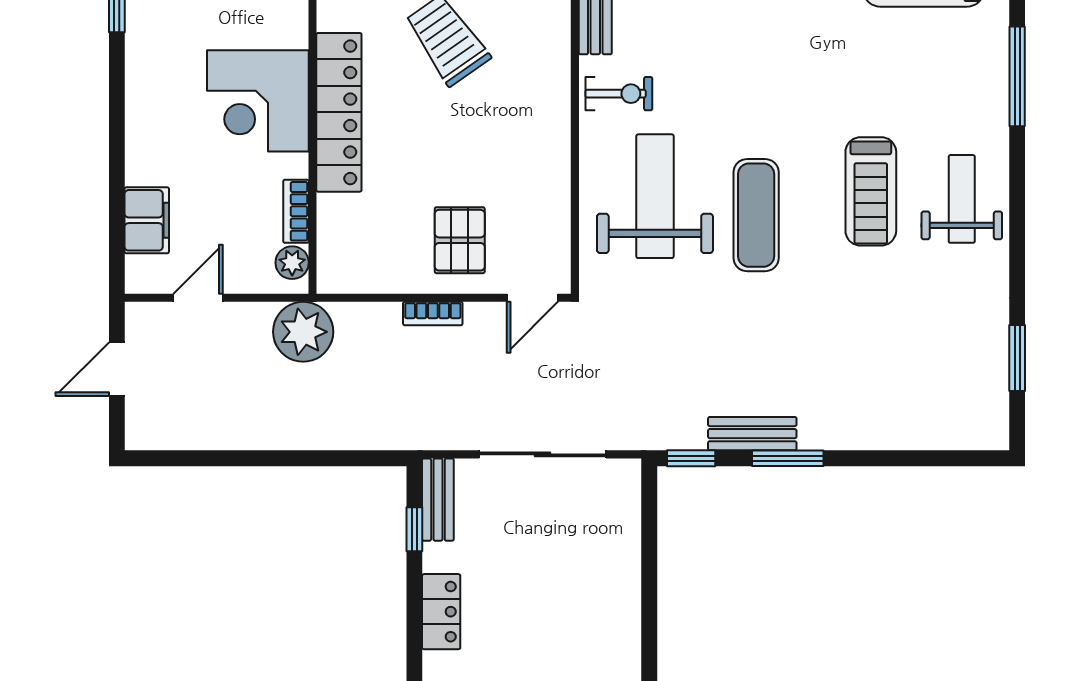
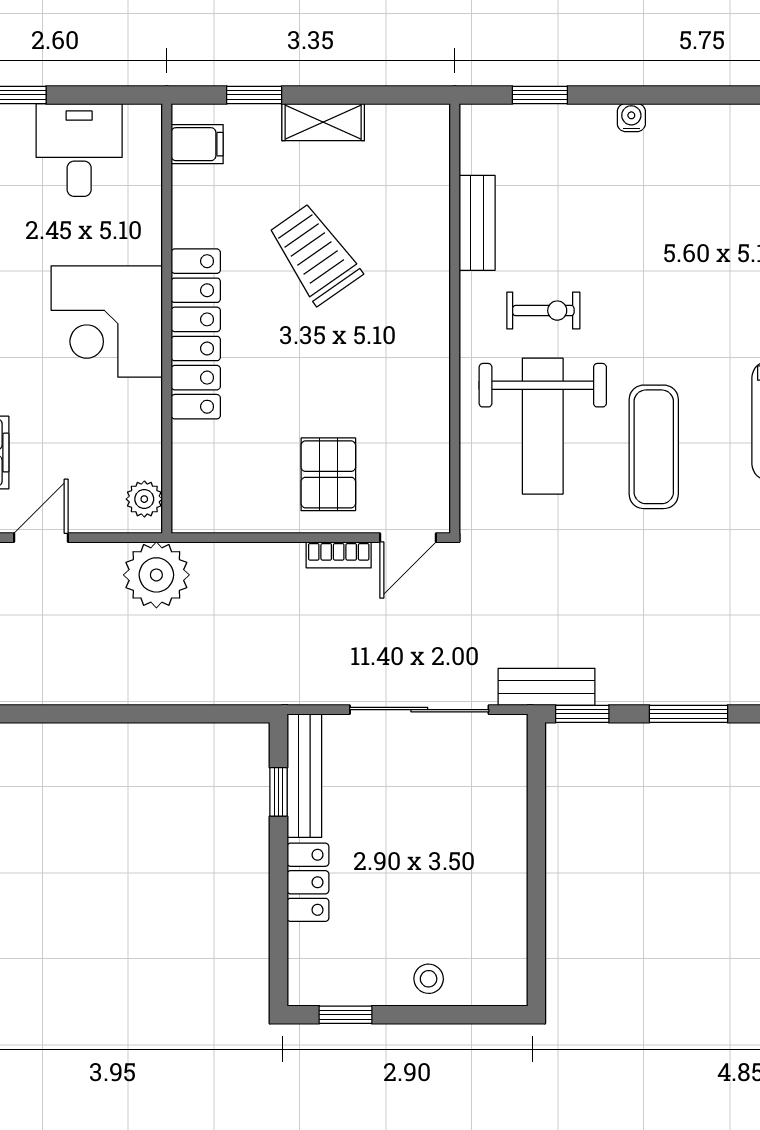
exercise bike: (619, 94) -> (543, 311), moved
weight bench: (655, 196) -> (543, 426), turned 180
bookcase: (296, 211) -> (148, 443), removed
bookcase: (433, 314) -> (339, 555), moved
bench: (752, 434) -> (547, 687), moved
bench: (438, 500) -> (304, 776), width x1.36

